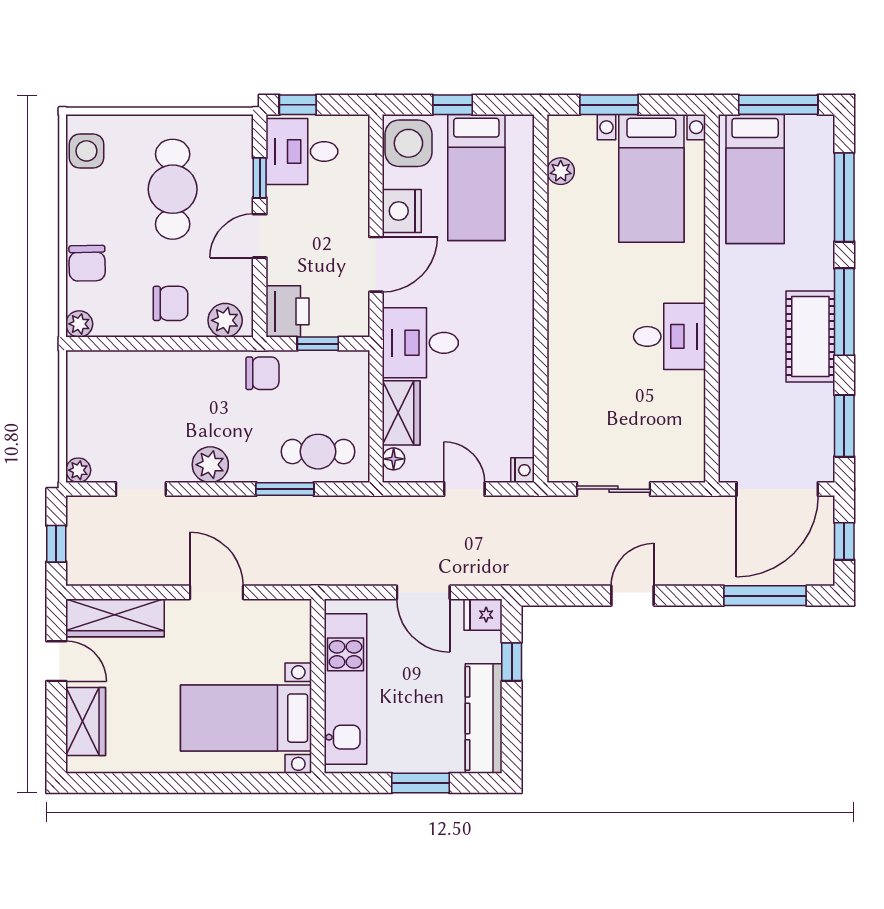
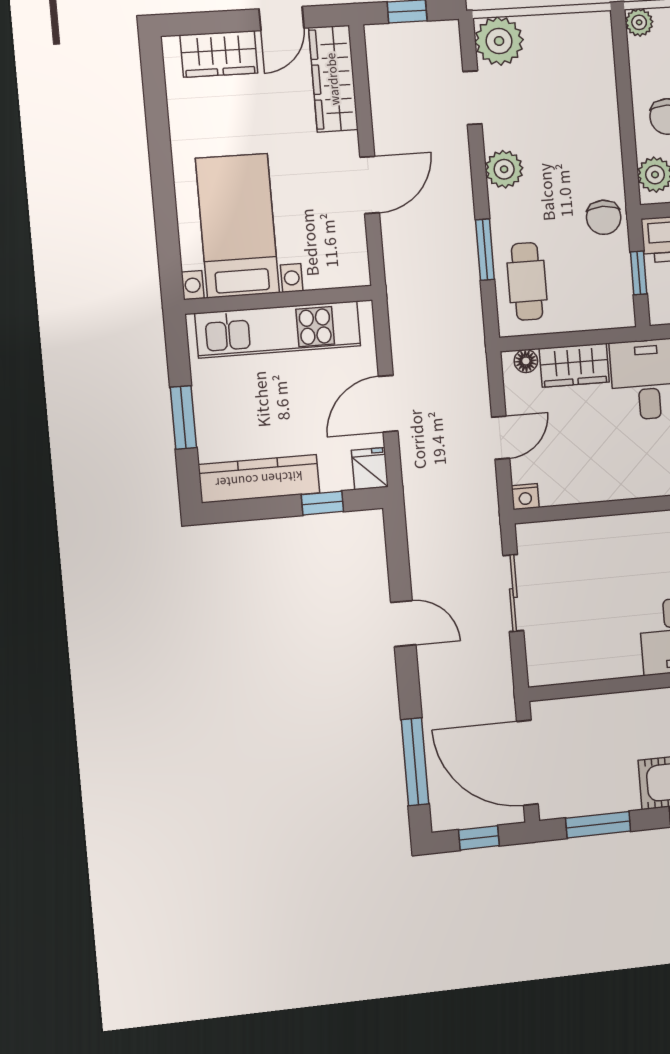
plant: (78, 470) -> (499, 41), width x1.88, depth x1.88

